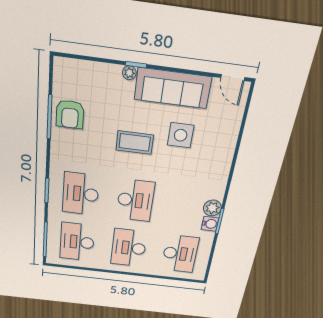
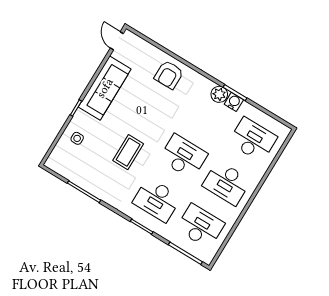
plant: (129, 73) -> (79, 115), removed
door: (233, 78) -> (117, 41), swing flipped
armchair: (70, 114) -> (169, 75), moved, turned 90
side table: (181, 135) -> (77, 138), moved, width x0.54, depth x0.54
coffee table: (135, 143) -> (128, 152), moved
desk: (77, 242) -> (200, 226), turned 180

